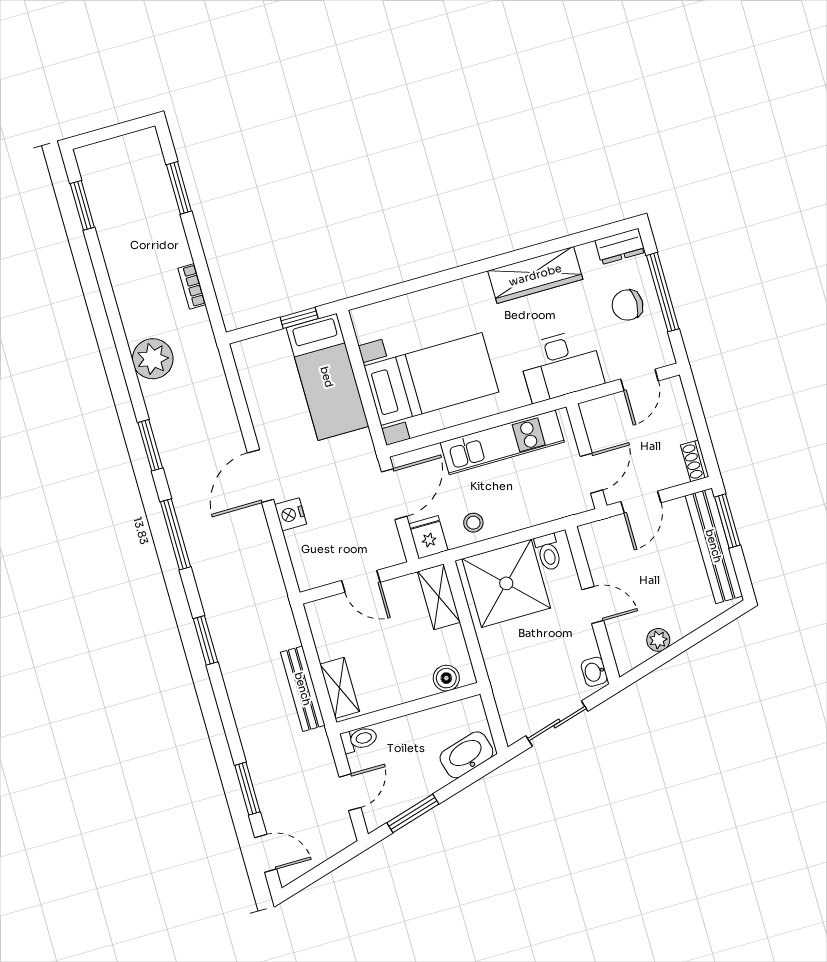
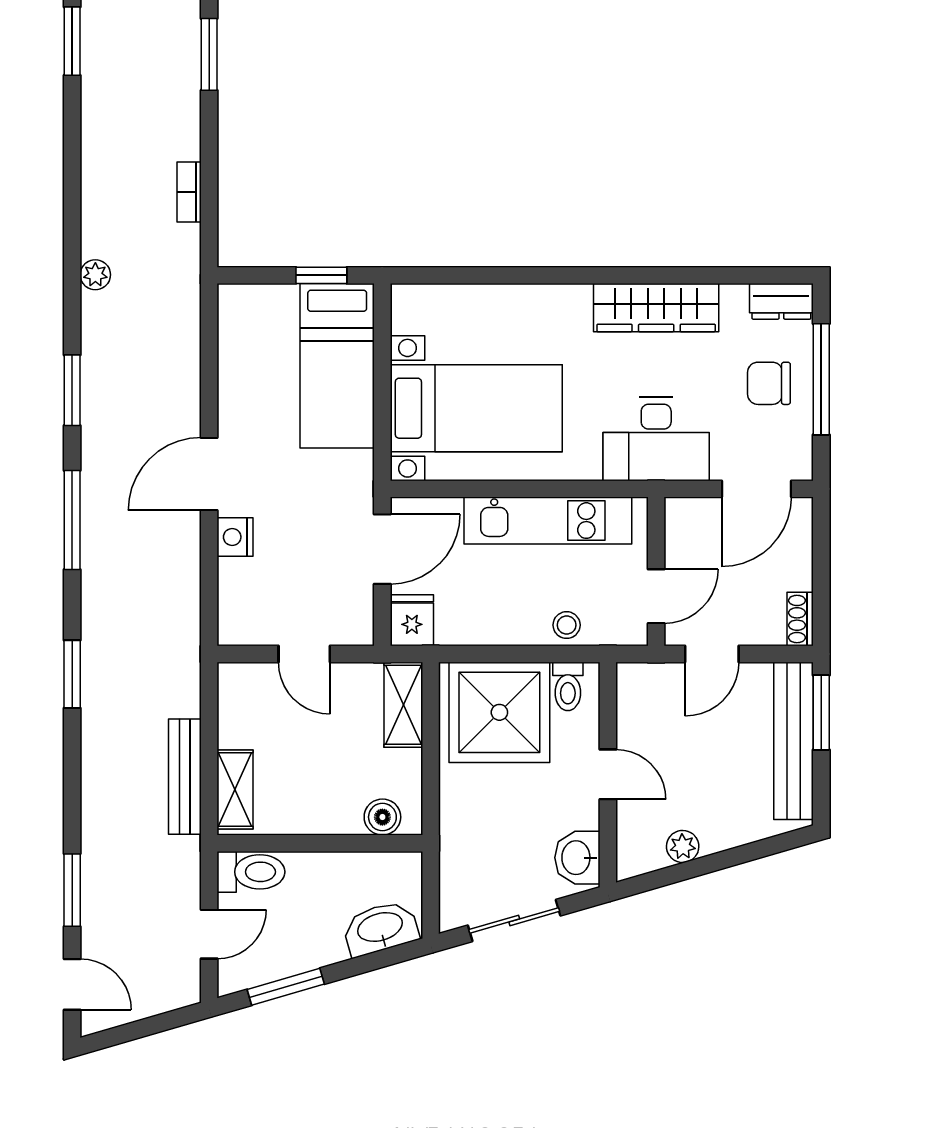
plant: (153, 359) -> (95, 275), width x0.53, depth x0.53
door: (639, 380) -> (756, 489), width x1.37
stool: (473, 523) -> (567, 625), moved
washbasin: (594, 672) -> (577, 858), width x1.38, depth x1.45
toilet: (359, 739) -> (251, 872), width x1.37, depth x1.39

